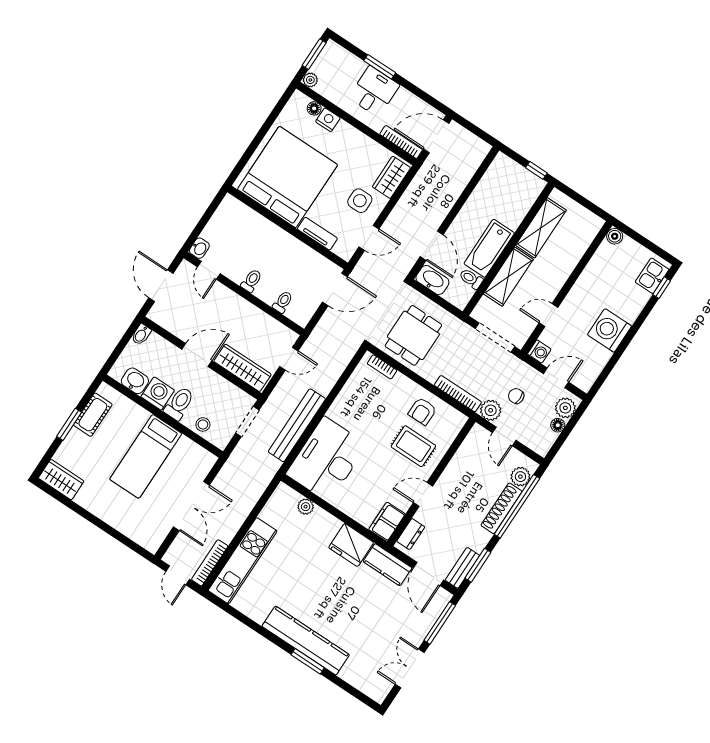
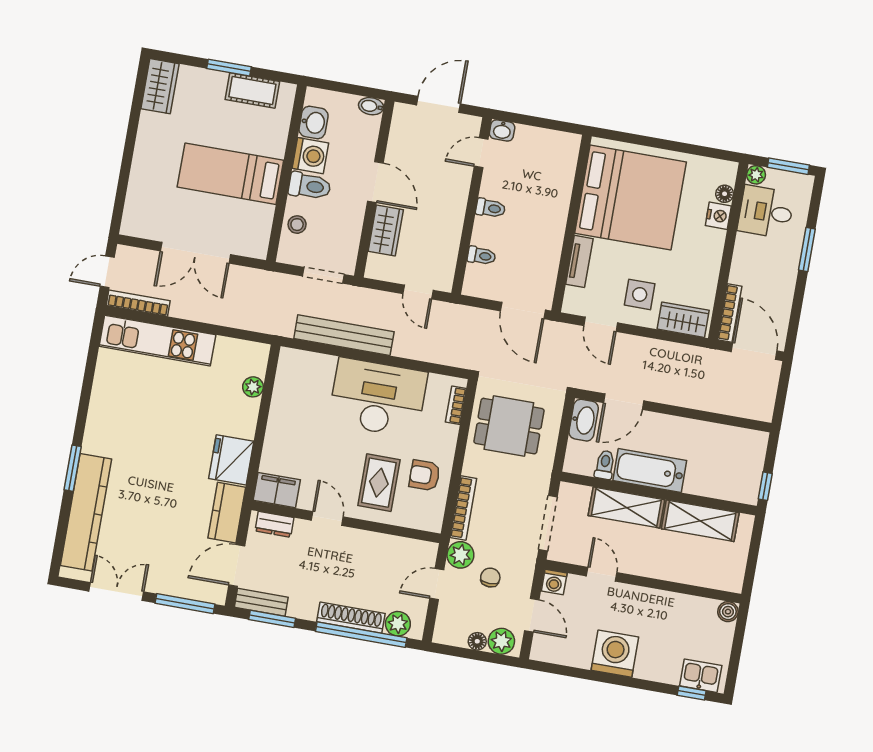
desk: (374, 91) -> (766, 212), moved, turned 180
wardrobe: (243, 368) -> (386, 230), width x0.67
desk: (327, 459) -> (378, 398), moved
kitchen counter: (306, 641) -> (86, 512), moved

